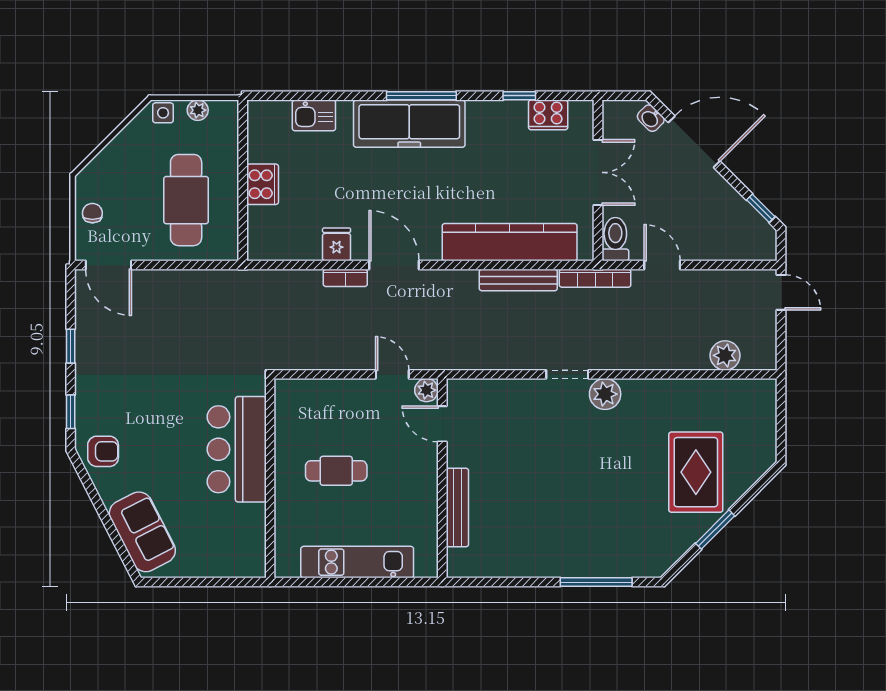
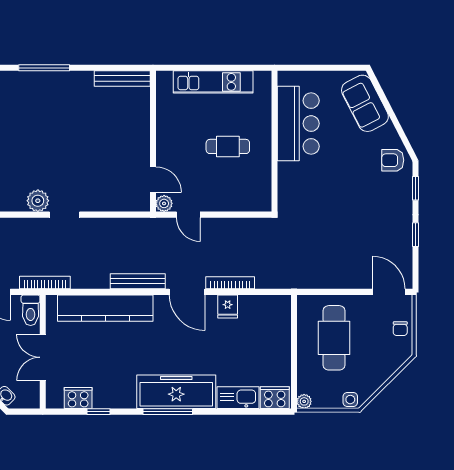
plant: (198, 110) -> (304, 401), moved
kitchen sink: (314, 115) -> (238, 398), width x1.38
cooker: (263, 184) -> (275, 398), moved, turned 90
bookcase: (345, 278) -> (230, 283), width x1.56
bench: (518, 280) -> (138, 281), moved
bar counter: (237, 449) -> (298, 124), moved
bench: (457, 507) -> (122, 79), moved, turned 90

